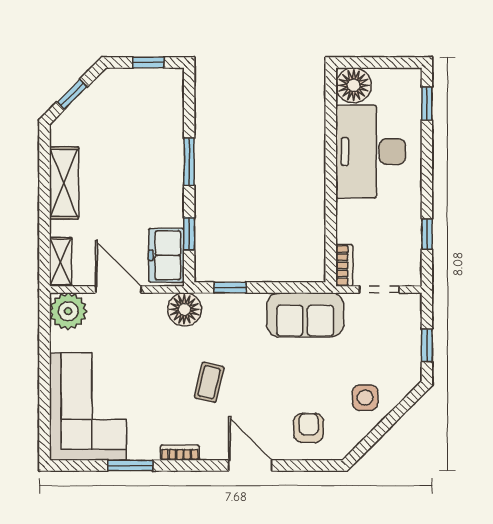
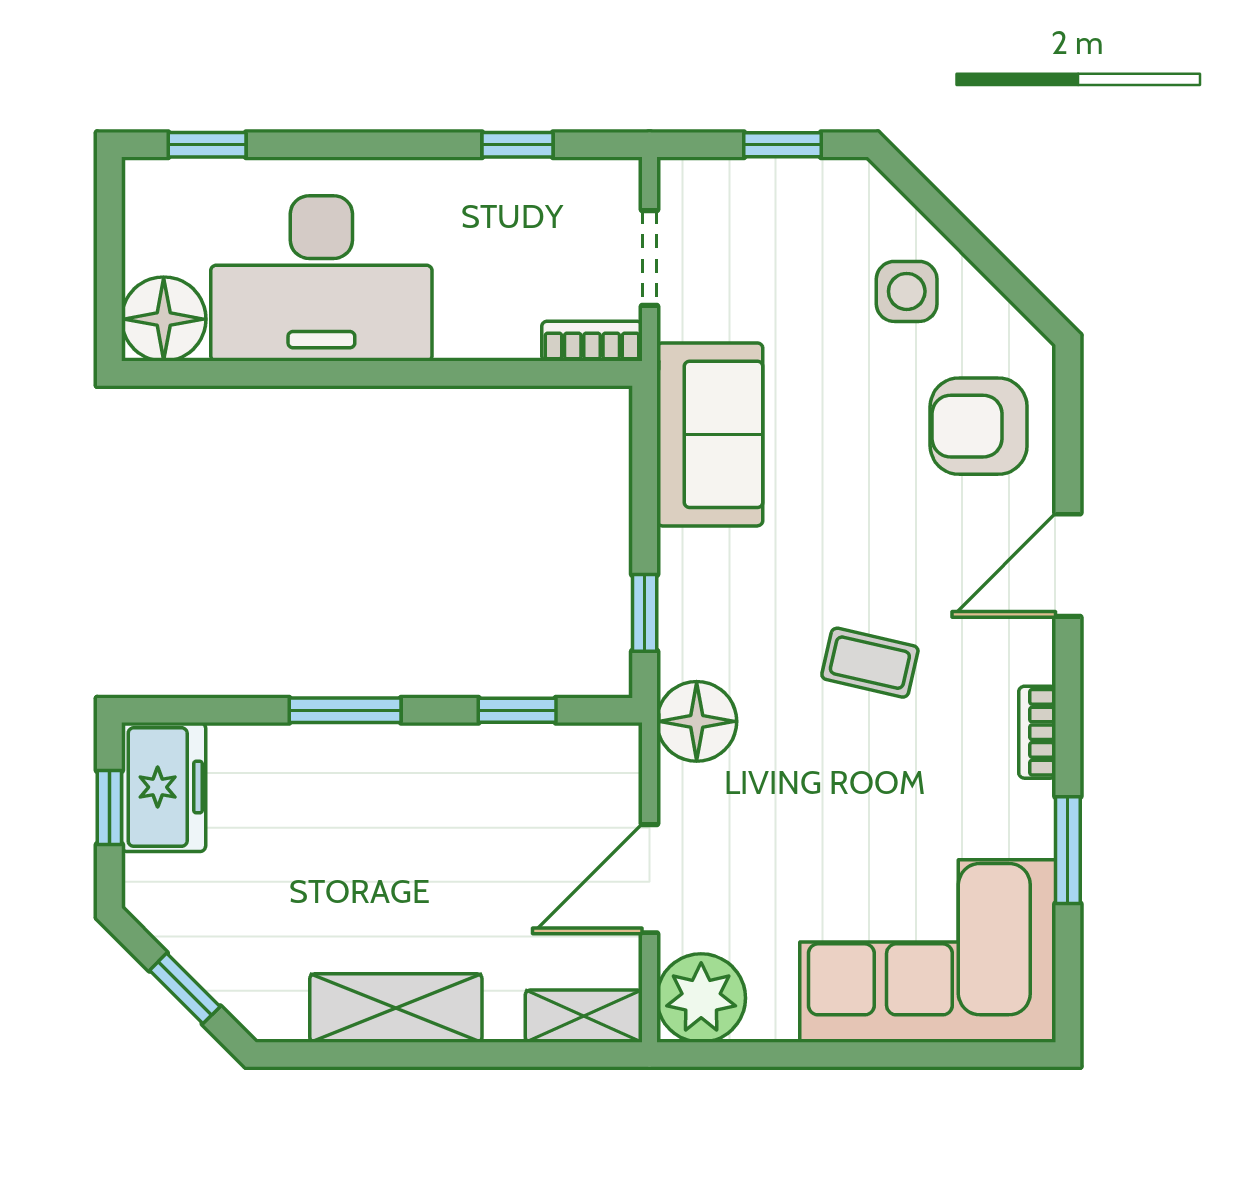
freezer: (166, 255) -> (164, 787), moved, turned -90
armchair: (309, 428) -> (979, 426), width x1.38, depth x1.38

